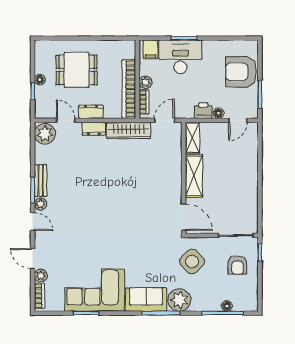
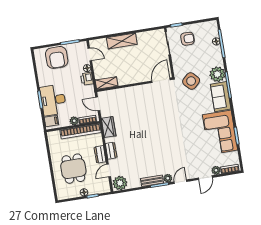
wardrobe: (129, 130) -> (109, 127), width x0.67
shelving: (194, 176) -> (122, 41), moved
side table: (192, 262) -> (191, 81), moved

